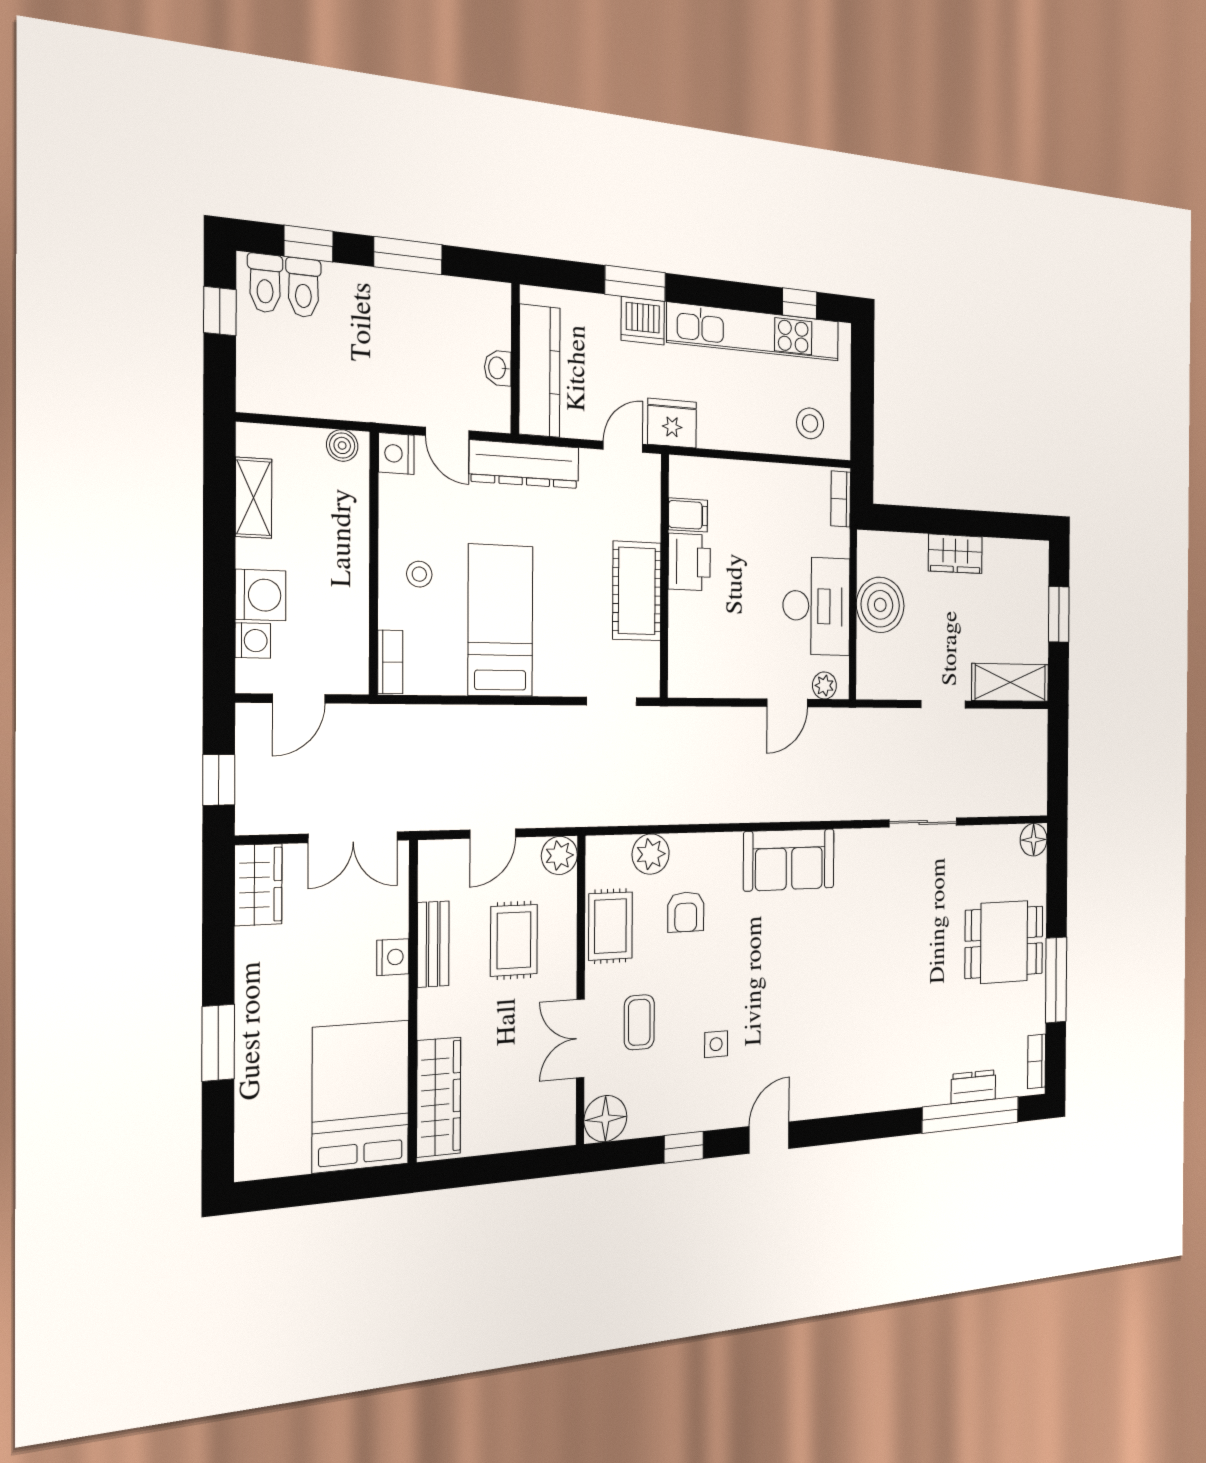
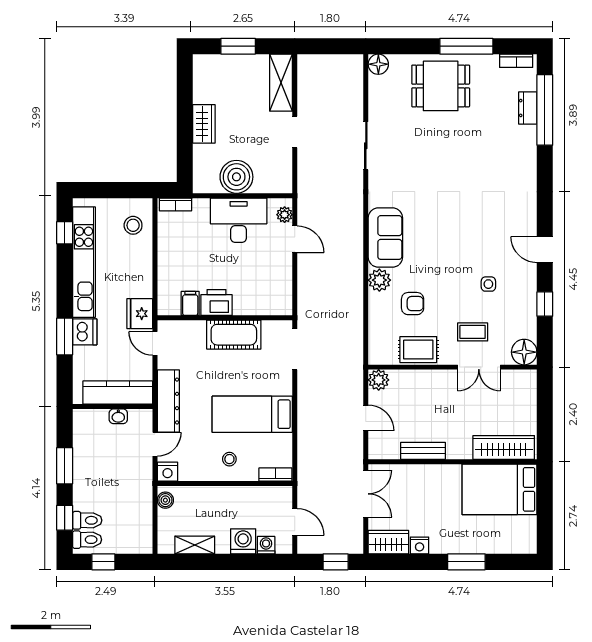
doorway: (612, 701) -> (295, 349), width x1.38
plant: (651, 854) -> (379, 280), moved
rug: (514, 940) -> (423, 406), removed
dining table: (1004, 942) -> (441, 86), turned 90
nightstand: (393, 957) -> (420, 546), moved, turned 180

